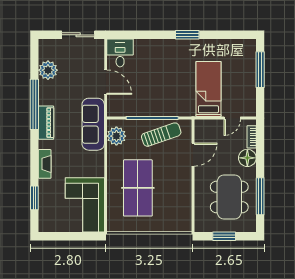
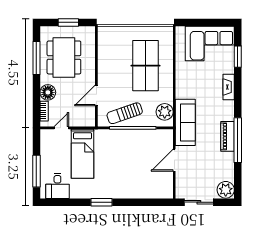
desk: (120, 53) -> (57, 186), moved
plant: (48, 70) -> (226, 190), moved
door: (106, 82) -> (174, 160), hinge flipped
piano: (46, 123) -> (227, 136), moved
corner sofa: (85, 205) -> (210, 43), moved, turned 90

